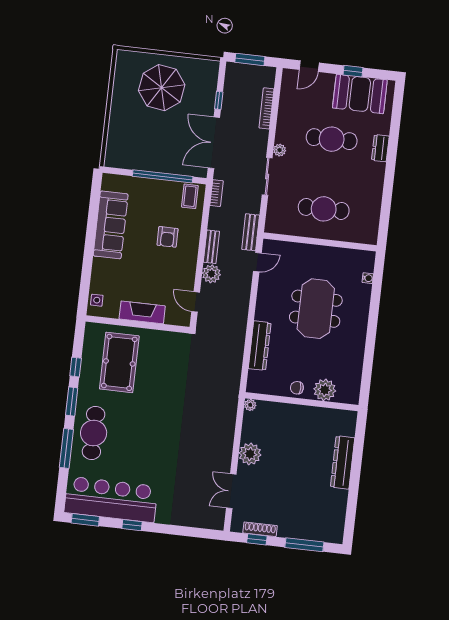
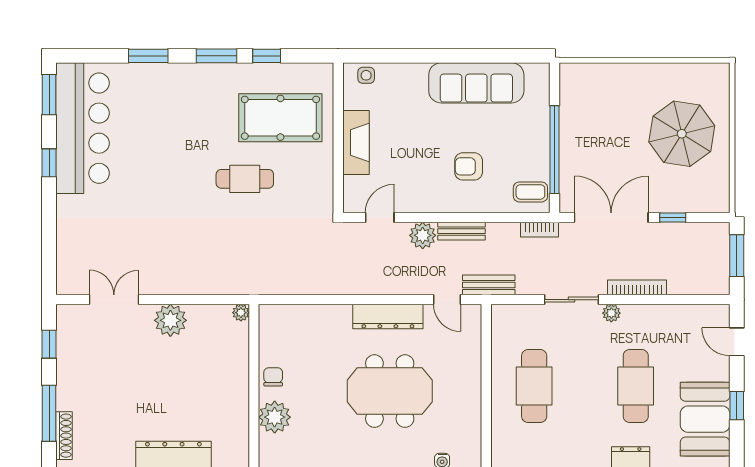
bookcase: (266, 108) -> (637, 287), moved
dresser: (260, 346) -> (388, 317), moved
cafe table: (94, 433) -> (245, 179), moved, width x0.73, depth x0.74
window: (66, 448) -> (148, 56), width x0.69
shoe rack: (260, 529) -> (64, 436), moved

